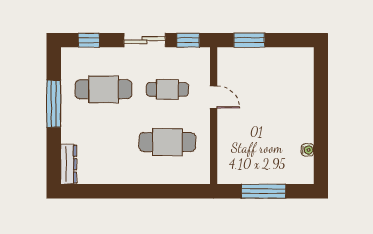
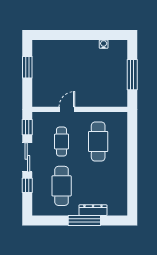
window: (89, 40) -> (27, 185), moved
window: (249, 40) -> (27, 67), moved
window: (54, 104) -> (84, 220), moved
dresser: (69, 164) -> (93, 210), moved

